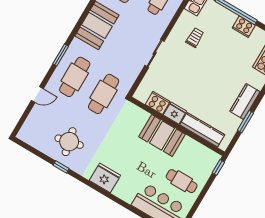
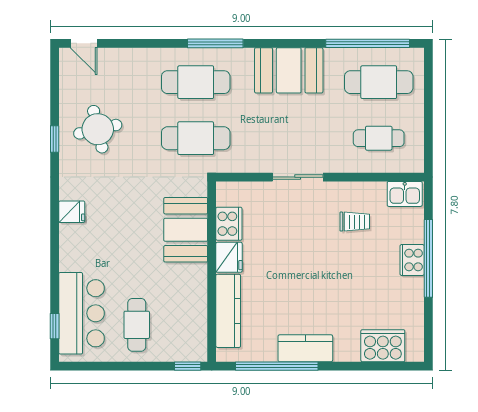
cooker: (244, 27) -> (412, 260), moved
window: (61, 55) -> (215, 43), width x1.44
door: (37, 94) -> (84, 43), moved
window: (245, 122) -> (277, 366), width x2.11
booth: (162, 136) -> (186, 230), moved
fridge: (105, 178) -> (72, 212), width x0.53, depth x0.75

